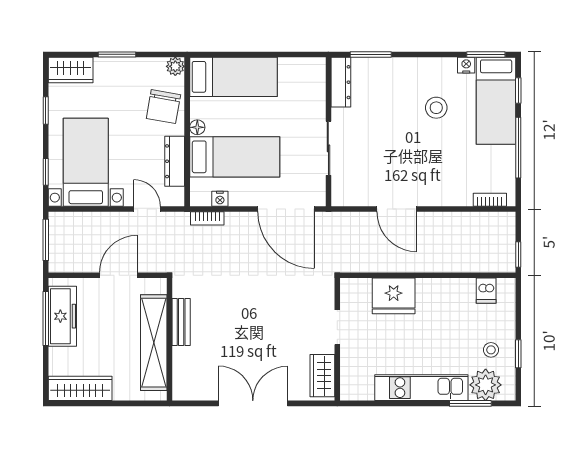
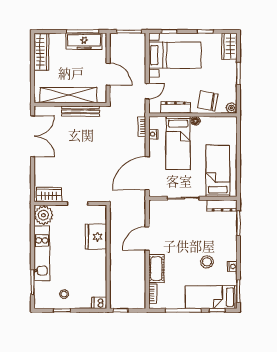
nightstand: (466, 65) -> (232, 266), moved
bed: (233, 77) -> (218, 171), moved, turned 180
cot: (448, 193) -> (156, 269), added
dishwasher: (486, 291) -> (99, 303), moved
bench: (181, 322) -> (81, 111), width x1.36
plant: (486, 385) -> (43, 215), moved
double door: (253, 403) -> (33, 136), moved

